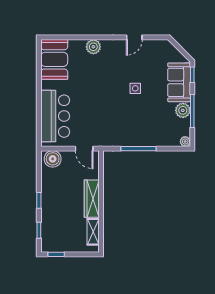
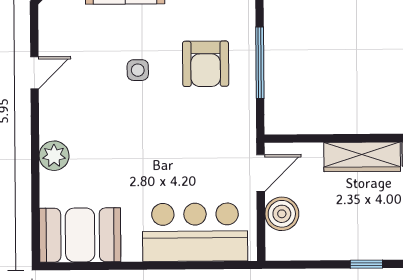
door: (134, 37) -> (35, 73), hinge flipped
armchair: (138, 122) -> (206, 64), added
boiler: (53, 159) -> (282, 214), moved

